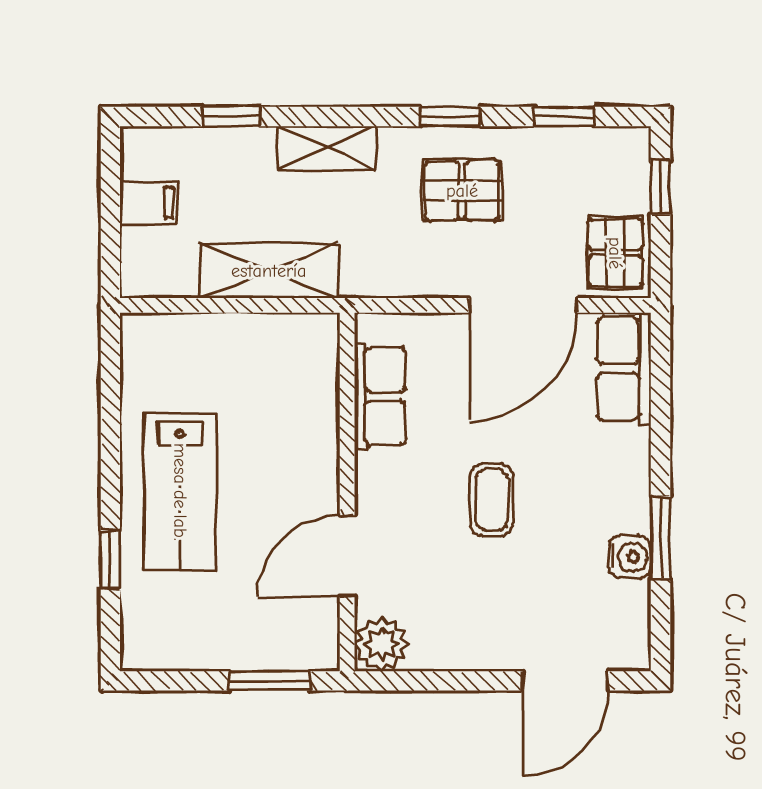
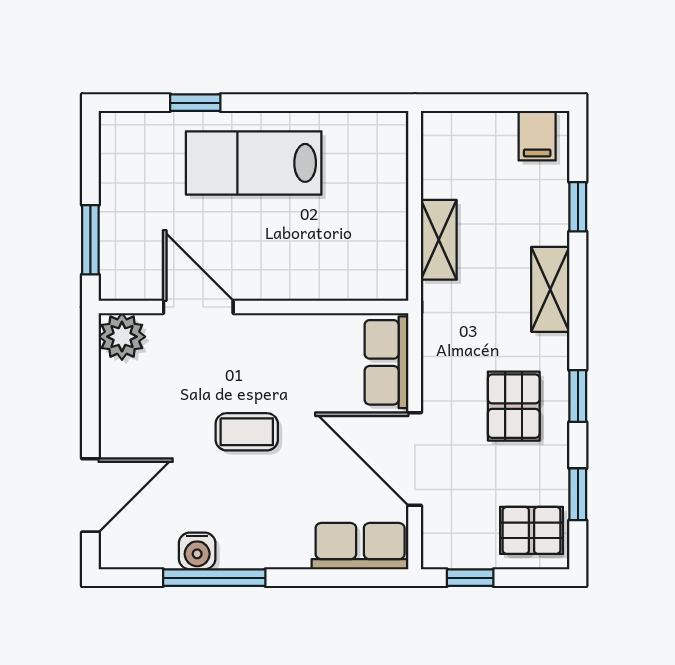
window: (660, 187) -> (470, 578), moved
filing cabinet: (149, 203) -> (537, 136), moved
pallet: (615, 253) -> (531, 530), moved
shelving: (269, 271) -> (439, 240), width x0.67, depth x0.75
row of seats: (380, 396) -> (386, 362), moved, turned 90
window: (660, 537) -> (214, 578), width x1.44
door: (565, 681) -> (90, 495), swing flipped

